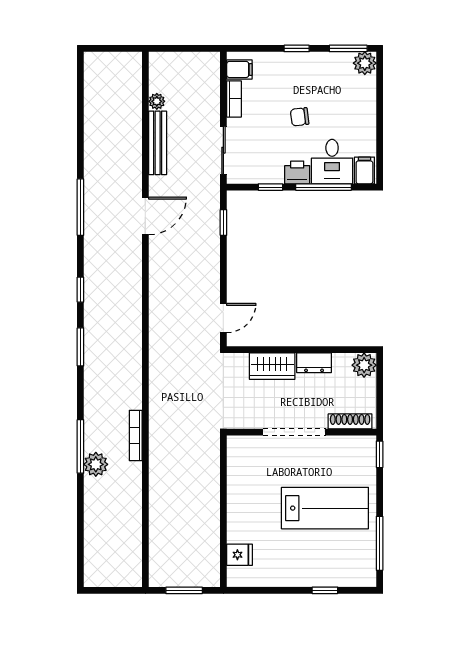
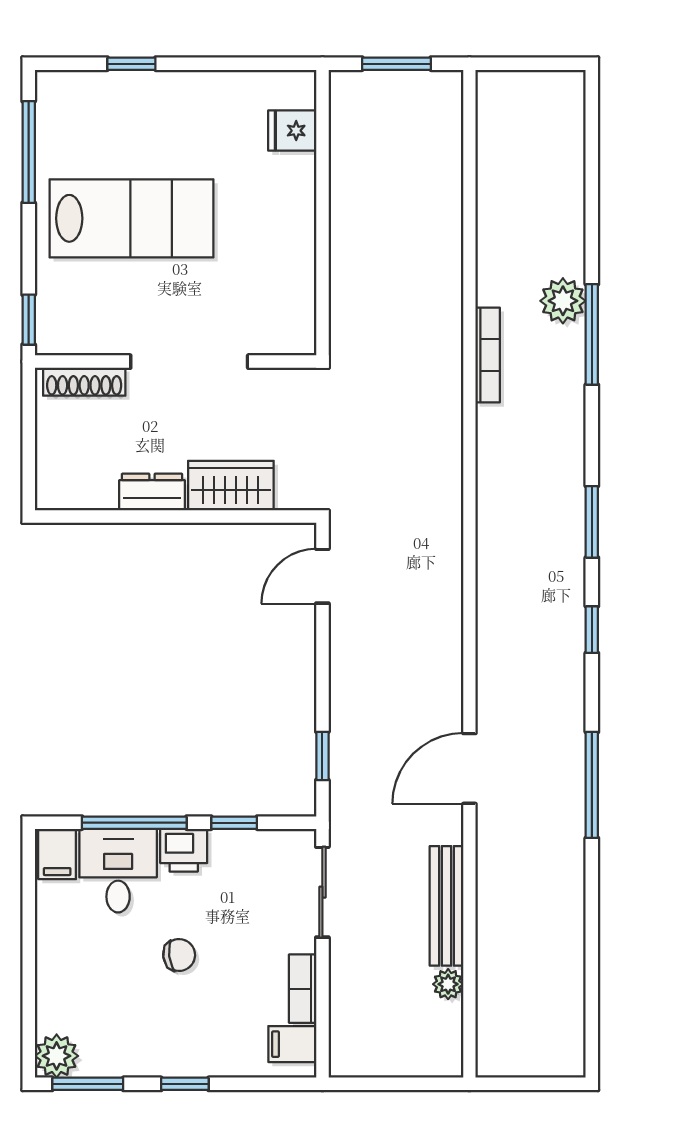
plant: (364, 365) -> (58, 487), removed
lab bench: (325, 508) -> (132, 218), turned 180

